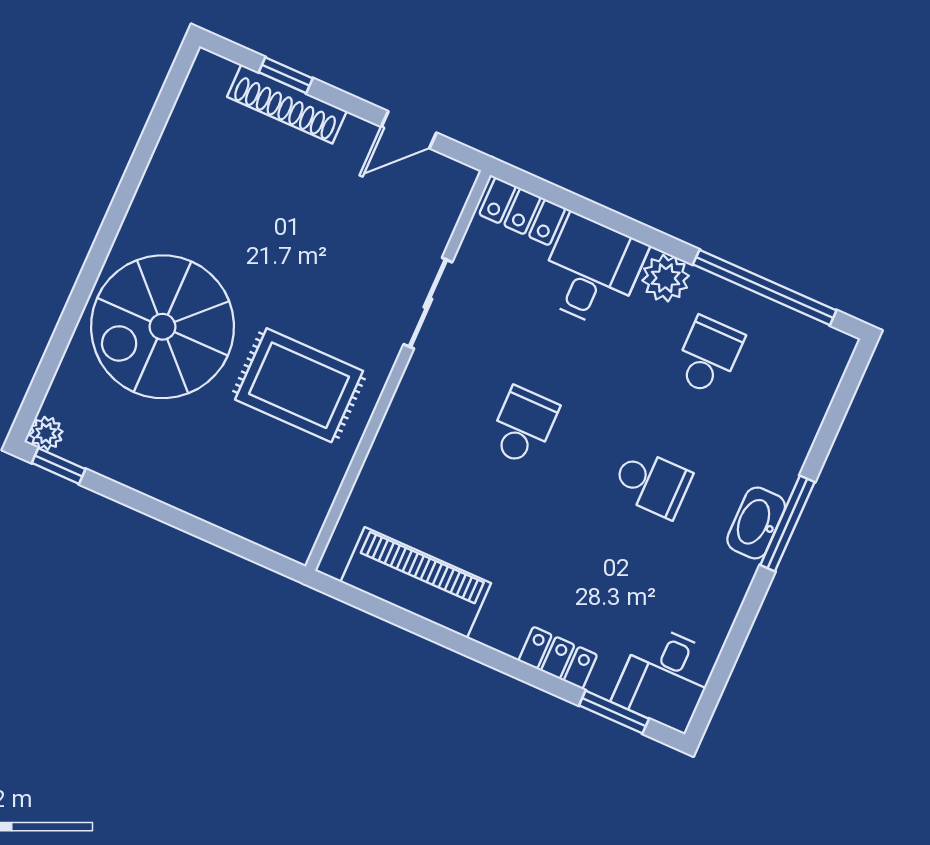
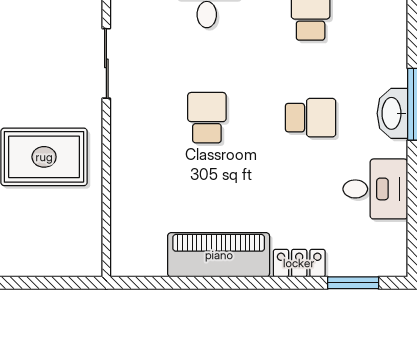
piano: (416, 583) -> (219, 255), moved
desk: (665, 678) -> (375, 189), moved, turned -90

